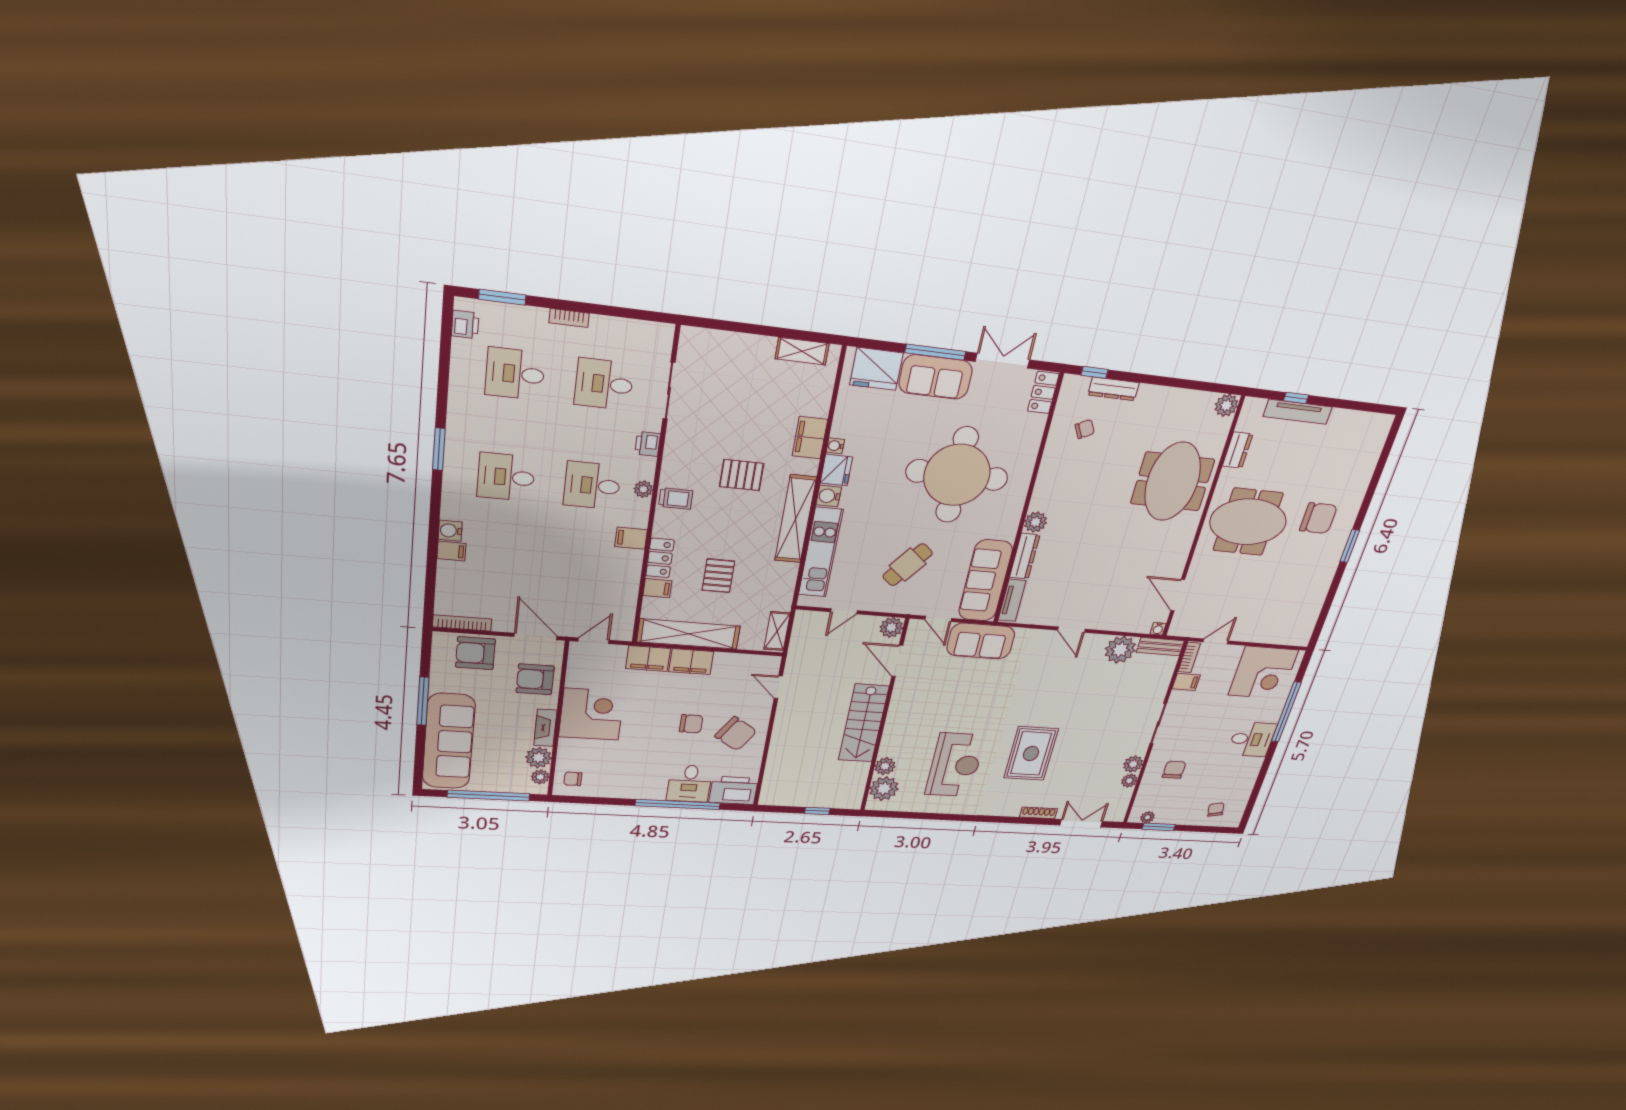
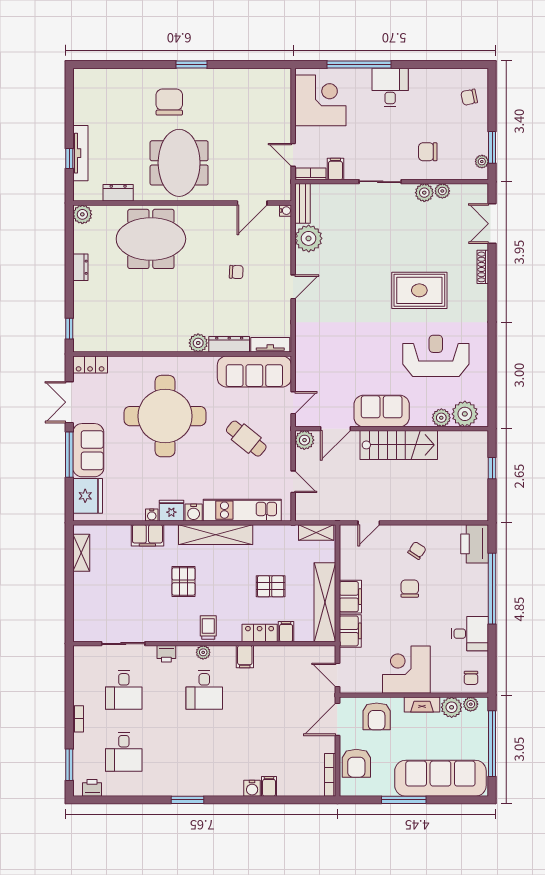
dresser: (1114, 389) -> (80, 267), moved, width x0.70
chair: (1085, 429) -> (236, 272), moved, turned 119
desk: (506, 477) -> (204, 752), removed
sofa: (981, 641) -> (382, 411), moved, turned -90
chair: (736, 734) -> (417, 551), width x0.54, depth x0.54
desk: (690, 784) -> (470, 634), moved

